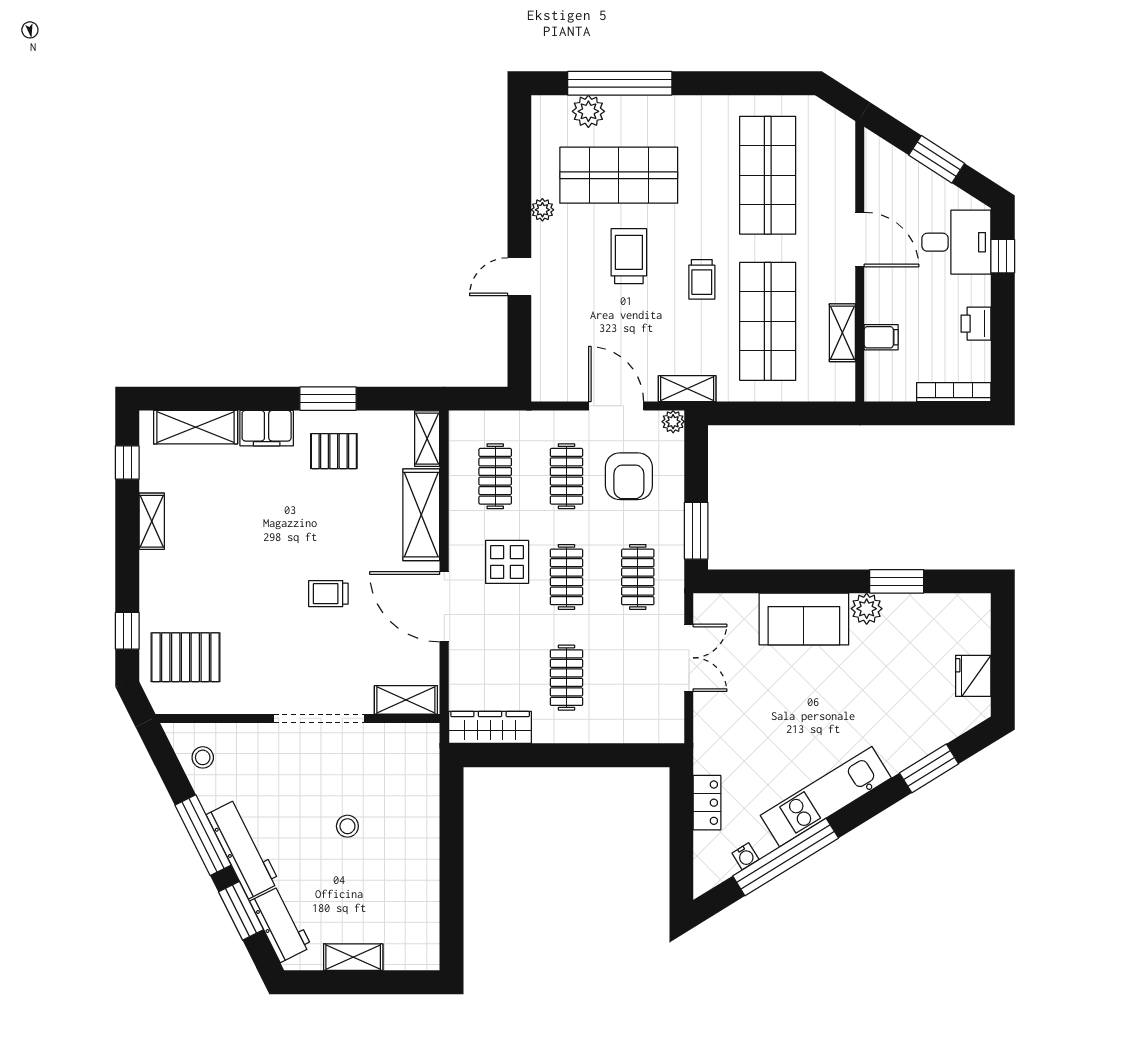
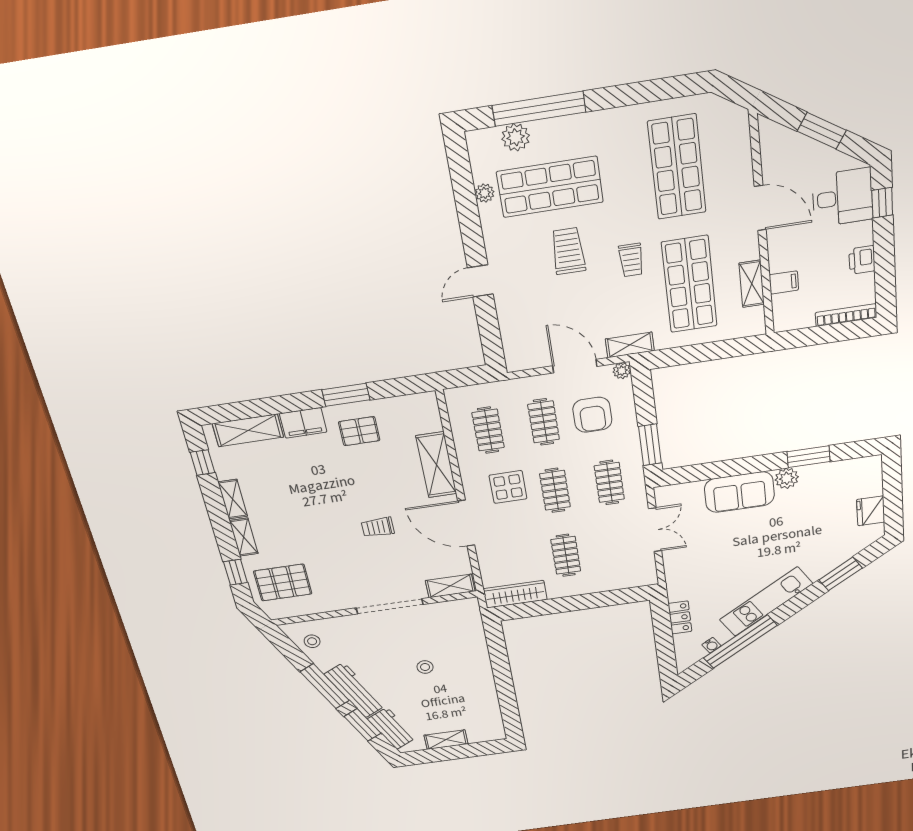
plant: (542, 210) -> (485, 193), moved
shelving: (427, 439) -> (244, 537), moved

